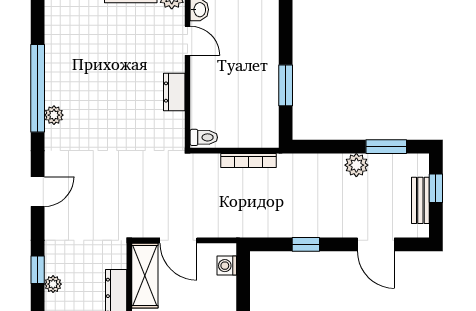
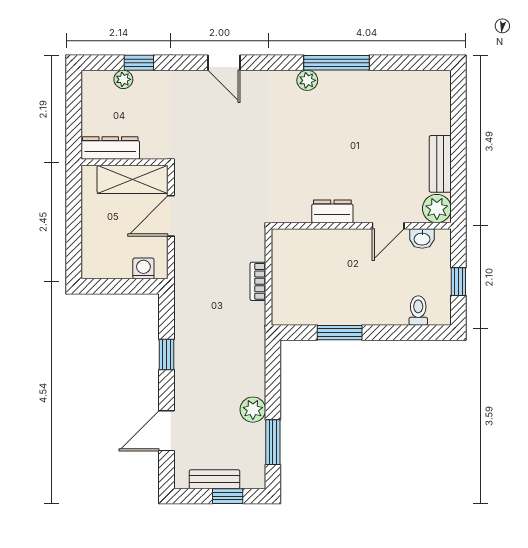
window: (38, 88) -> (337, 63), width x0.68
toilet: (204, 137) -> (418, 311), moved, turned 180
bookcase: (249, 160) -> (258, 281), width x0.64

